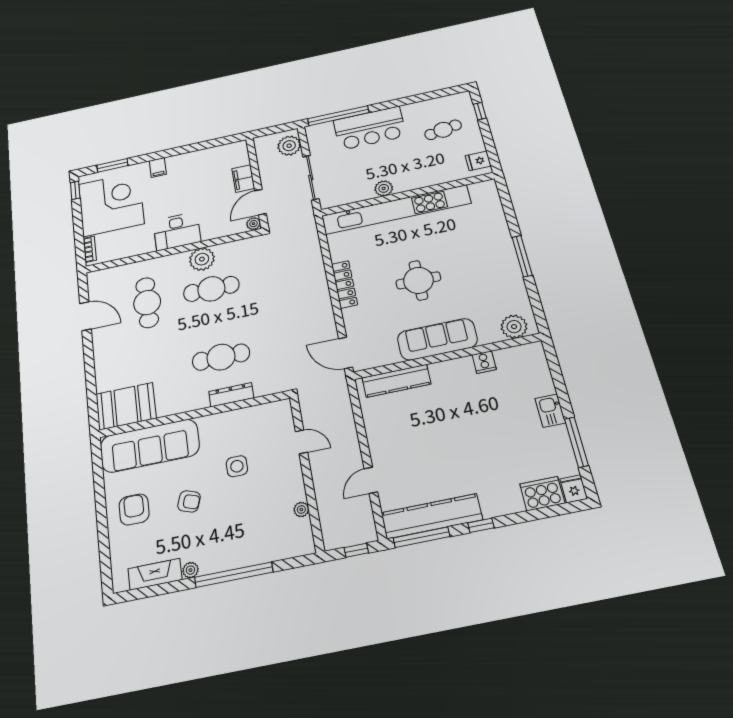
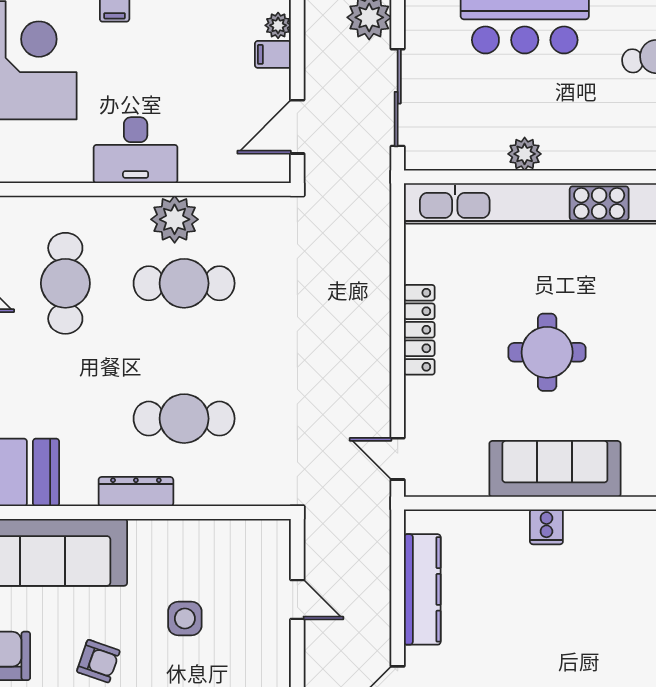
filing cabinet: (243, 179) -> (273, 54), width x0.50
plant: (253, 224) -> (278, 25), moved
door: (346, 353) -> (398, 459), width x0.73
cooker: (484, 362) -> (546, 527), moved
kitchen counter: (396, 381) -> (422, 589), moved, turned -90
dresser: (231, 395) -> (136, 492), moved

